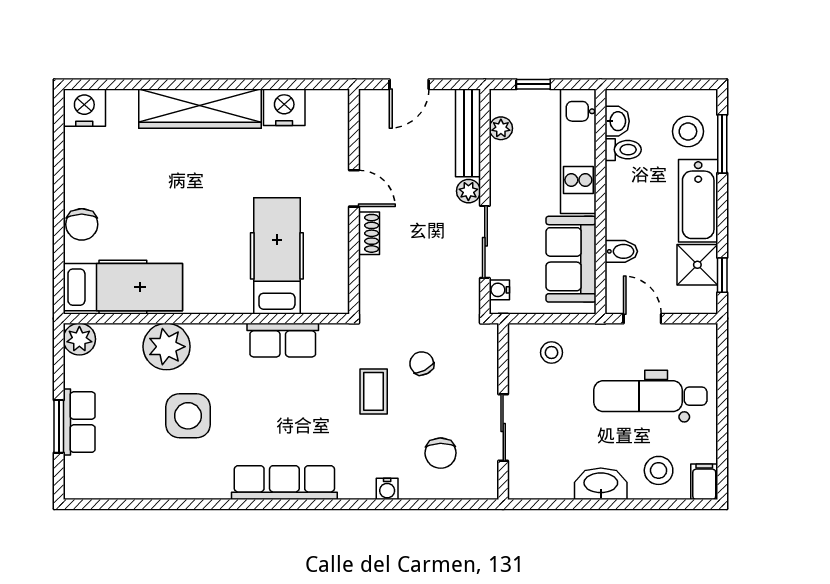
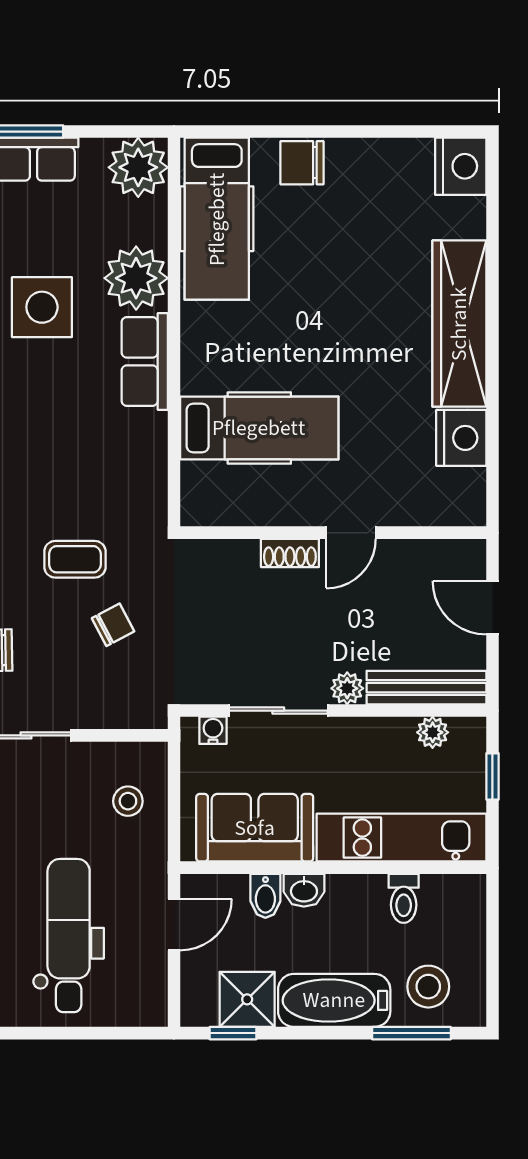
washbasin: (617, 121) -> (304, 890), moved
plant: (79, 339) -> (138, 167), width x1.36, depth x1.36
row of seats: (283, 340) -> (145, 361), moved

